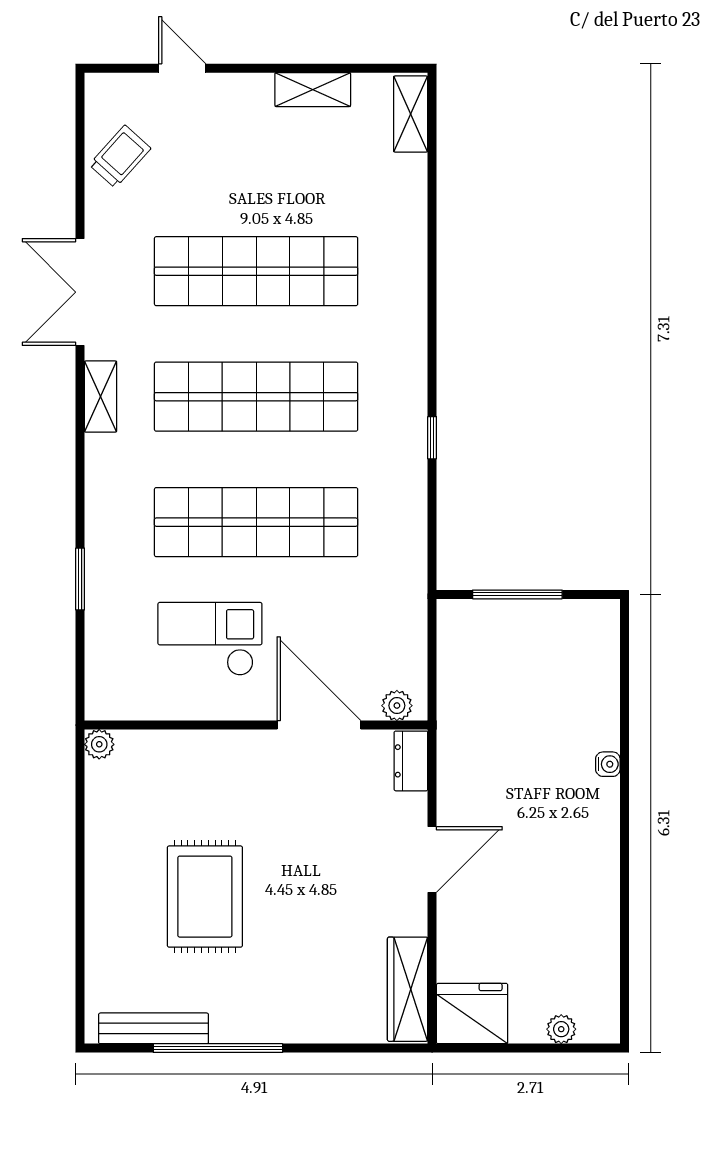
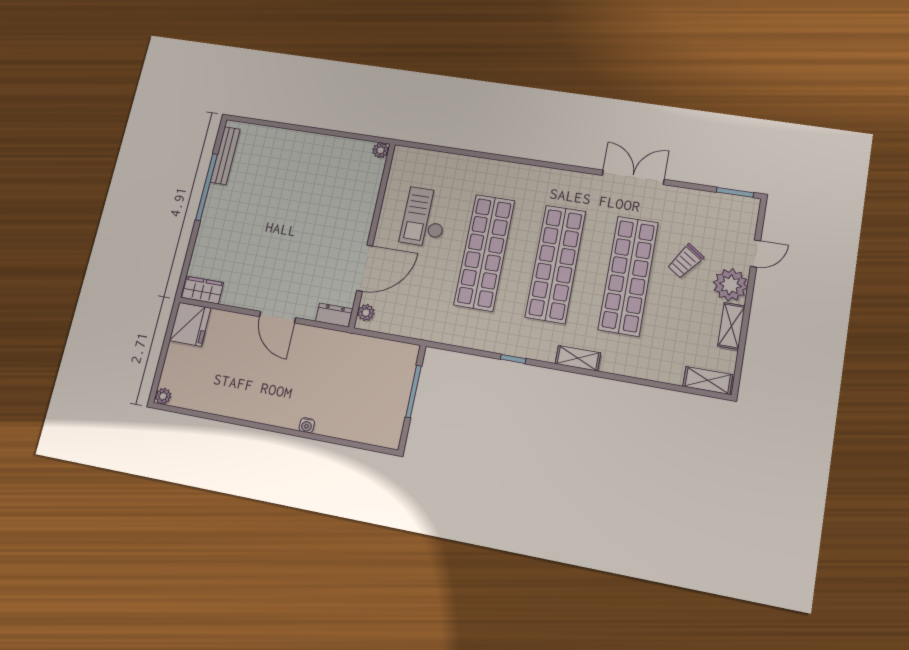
plant: (243, 101) -> (730, 285), added
trolley: (120, 157) -> (685, 261), moved, turned 83
shelving: (100, 397) -> (578, 358), moved
window: (80, 579) -> (735, 192), moved
checkout: (210, 639) -> (425, 217), turned 180
rug: (205, 897) -> (287, 193), removed
wardrobe: (408, 989) -> (203, 290), width x0.67
plant: (561, 1029) -> (163, 396), moved

